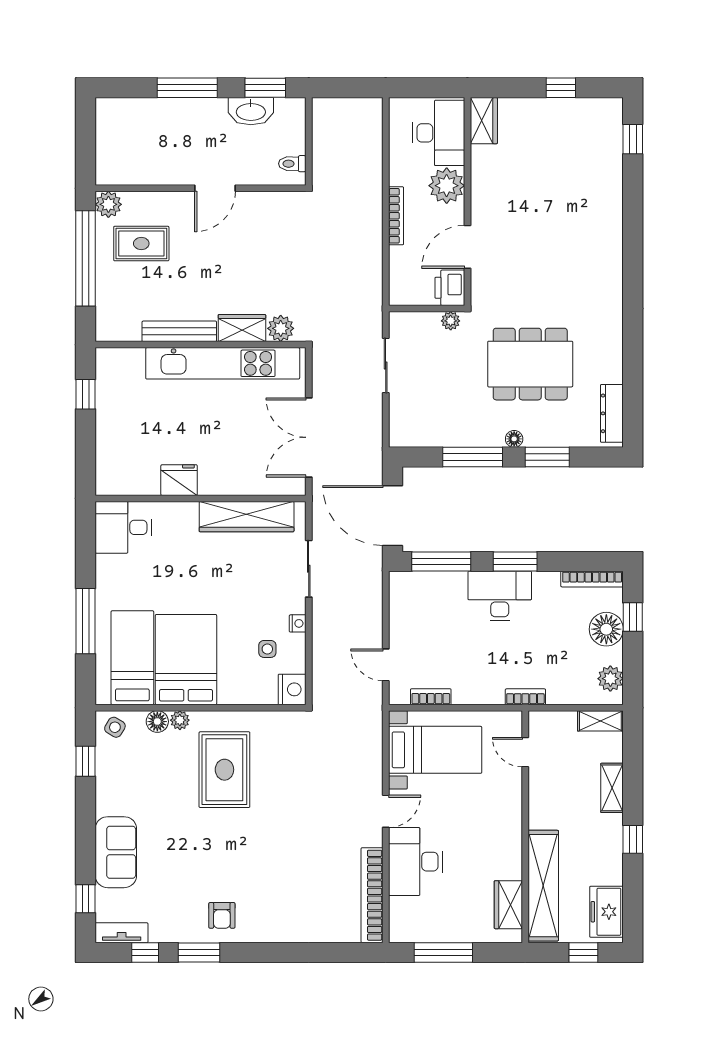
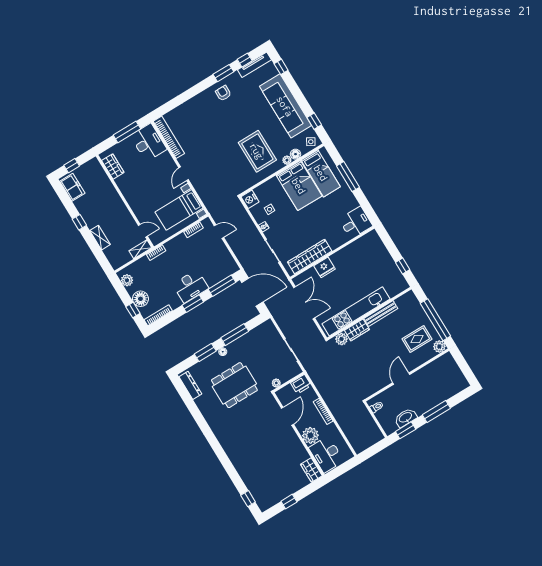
printer: (450, 288) -> (301, 384), moved, turned 90
fridge: (179, 480) -> (324, 267), moved
shelving: (600, 721) -> (140, 249), moved
sofa: (116, 852) -> (285, 106), width x1.85, depth x1.27
desk: (415, 862) -> (149, 142), moved
shelving: (543, 886) -> (104, 182), removed
tv unit: (122, 933) -> (254, 65), width x1.41

